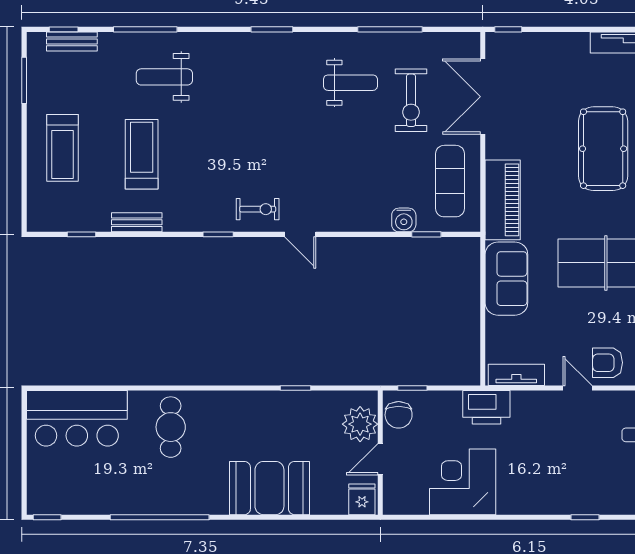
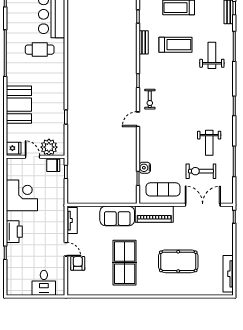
door: (578, 388) -> (66, 249), hinge flipped
printer: (486, 407) -> (14, 232), moved, turned 180
cafe table: (171, 427) -> (40, 50), moved

